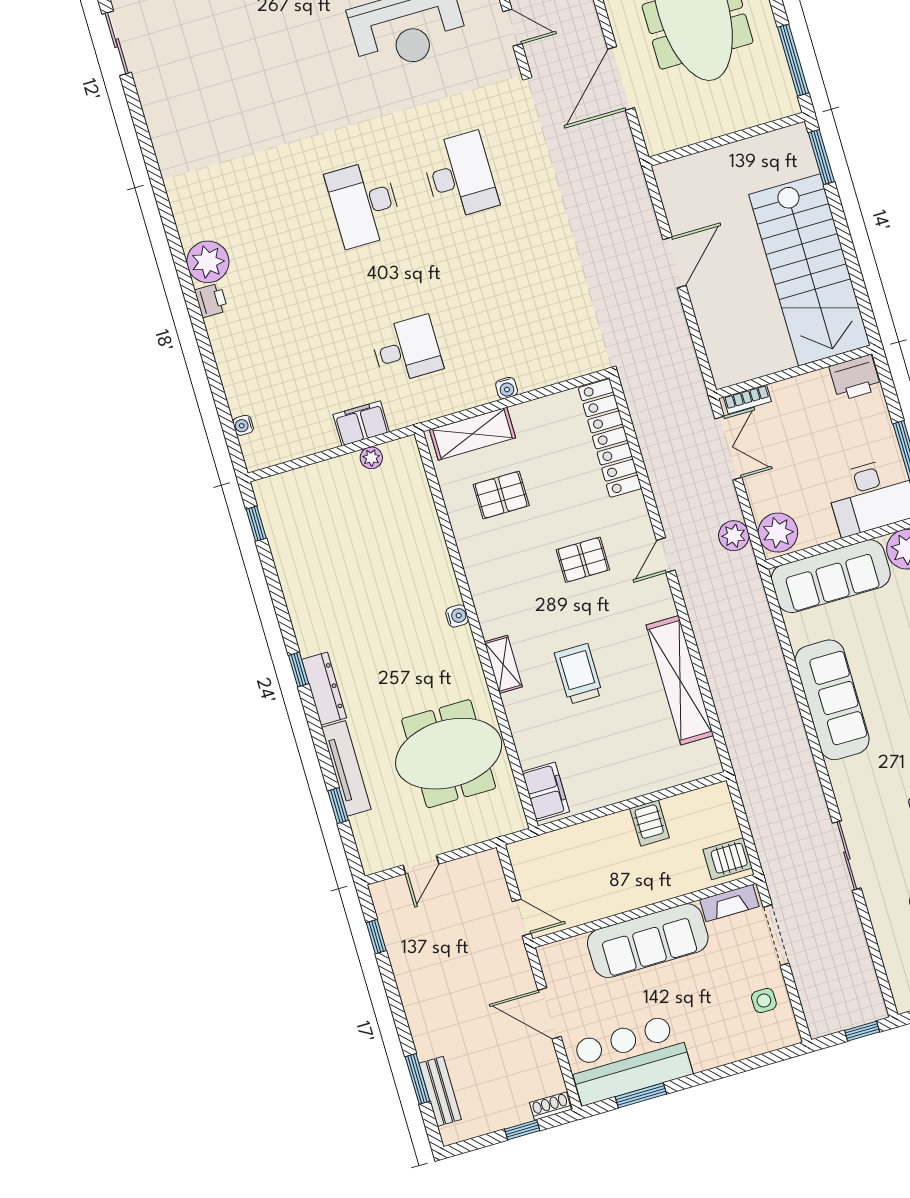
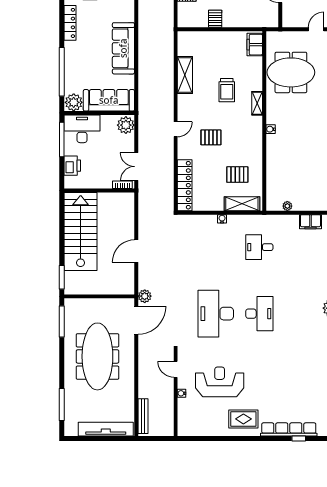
door: (621, 78) -> (136, 320), moved
desk: (460, 176) -> (216, 314), width x1.36, depth x1.30
printer: (855, 378) -> (72, 166), moved, turned 90
filing cabinet: (361, 423) -> (310, 222), moved
plant: (734, 536) -> (145, 296), moved
shelving: (680, 680) -> (185, 75), width x0.68

